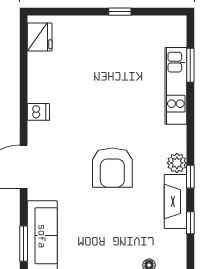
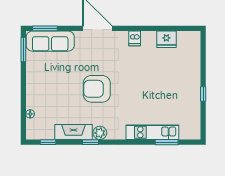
fridge: (40, 37) -> (166, 39), moved
window: (190, 223) -> (48, 142), moved

